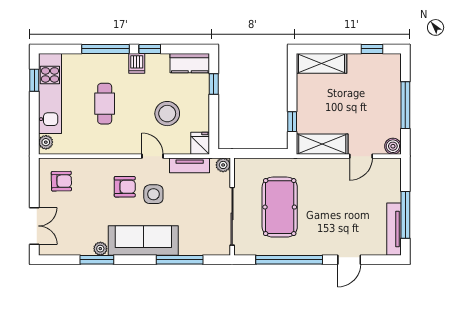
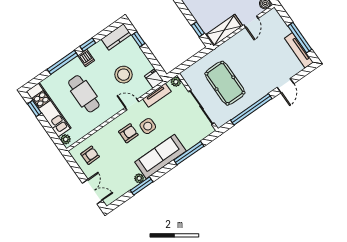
cafe table: (105, 104) -> (84, 94), width x1.37, depth x1.35

